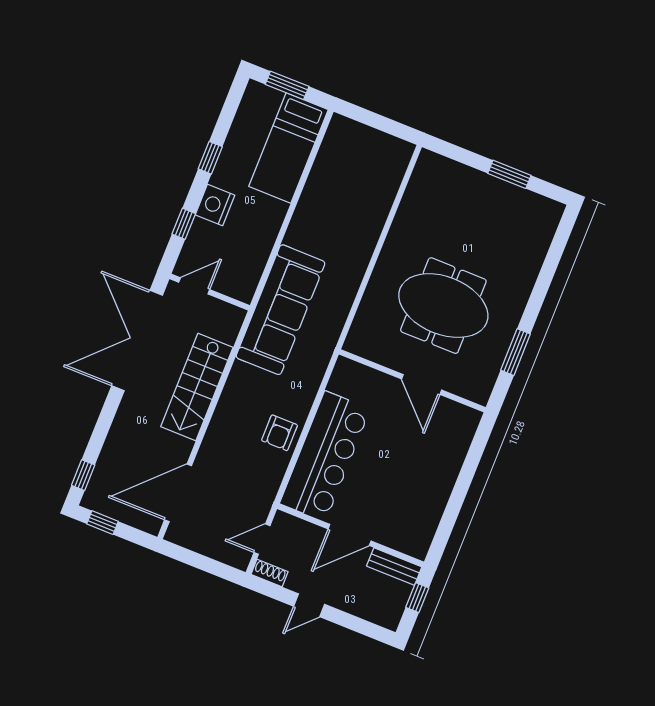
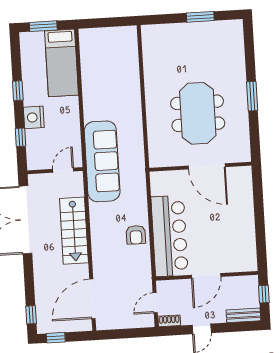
door: (194, 286) -> (63, 170), moved
meeting table: (443, 306) -> (198, 113), turned 90
window: (516, 352) -> (252, 96), moved
door: (422, 385) -> (207, 166), width x1.36
bench: (394, 566) -> (243, 315), moved

